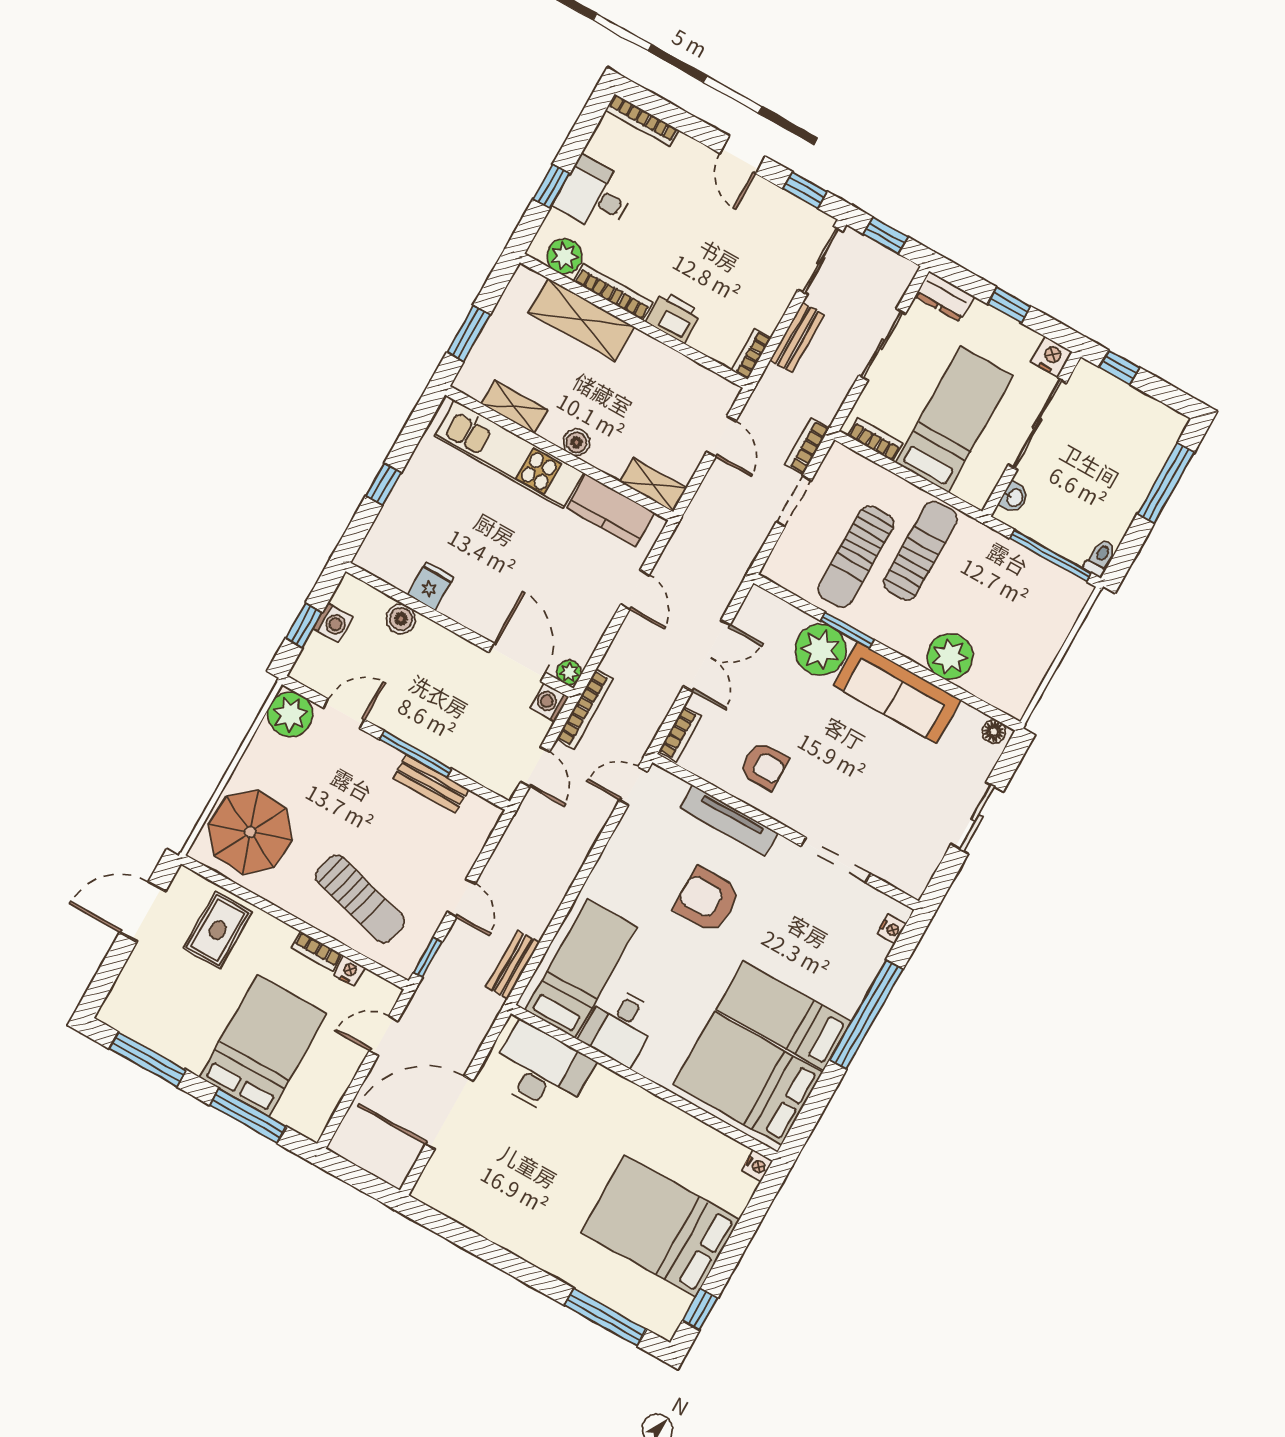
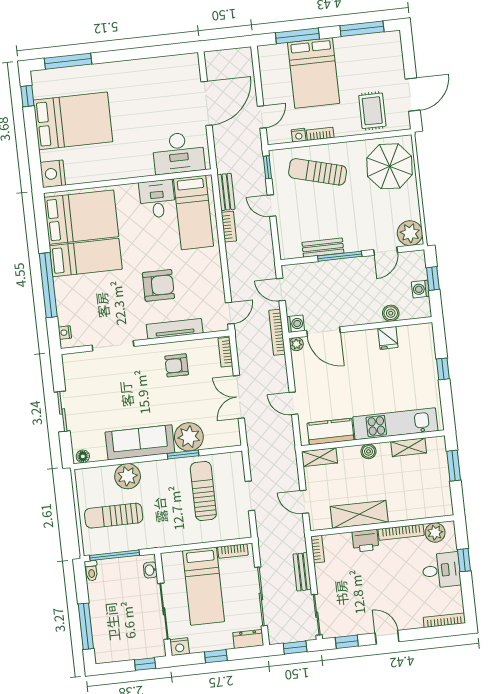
shelving: (582, 320) -> (359, 514), moved
sliding door: (882, 345) -> (261, 597), width x1.37
bookcase: (807, 446) -> (229, 227), moved
sun lounger: (920, 551) -> (114, 516), moved, turned 90
nightstand: (757, 1166) -> (53, 174), width x1.89, depth x1.79

